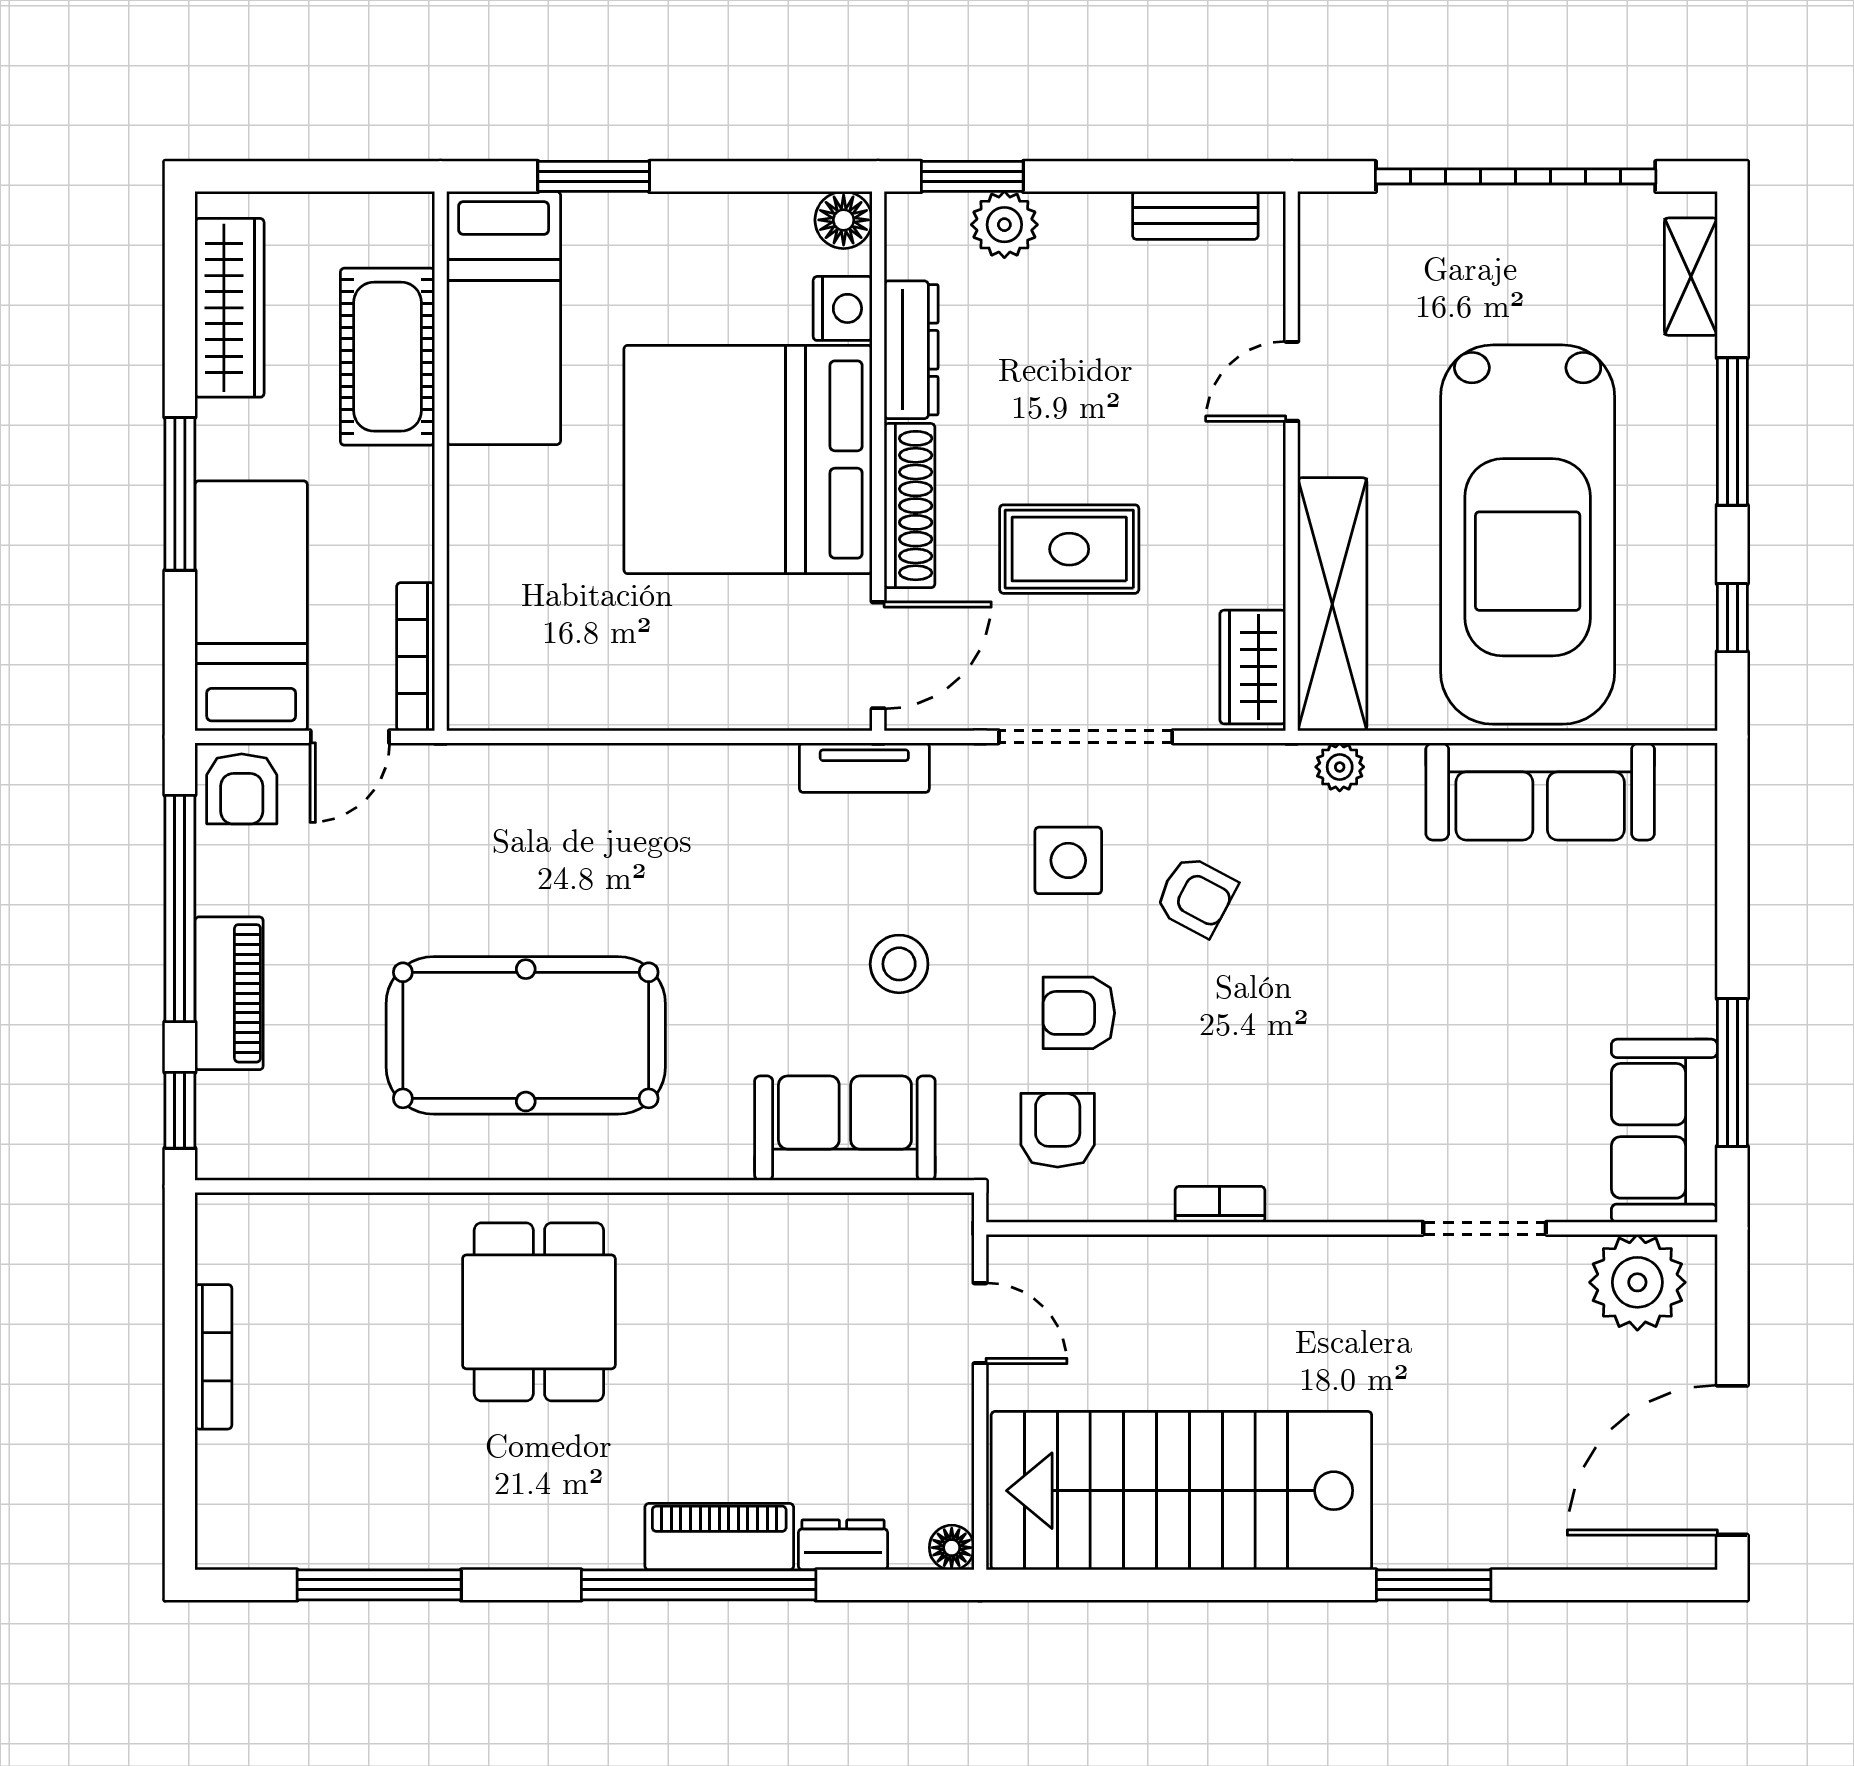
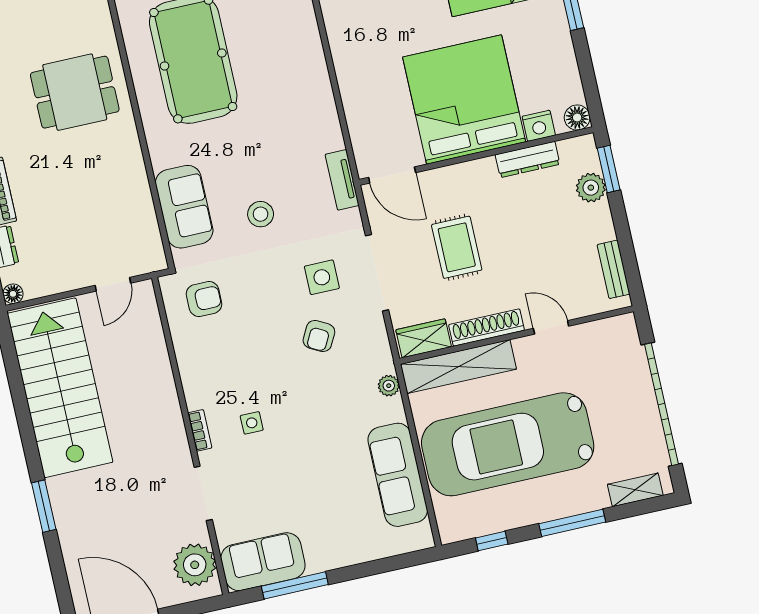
shoe rack: (910, 506) -> (487, 328), moved, turned 180
armchair: (1079, 1013) -> (257, 297), removed
side table: (1354, 1087) -> (252, 423), added
bookcase: (1220, 1204) -> (200, 430), moved

